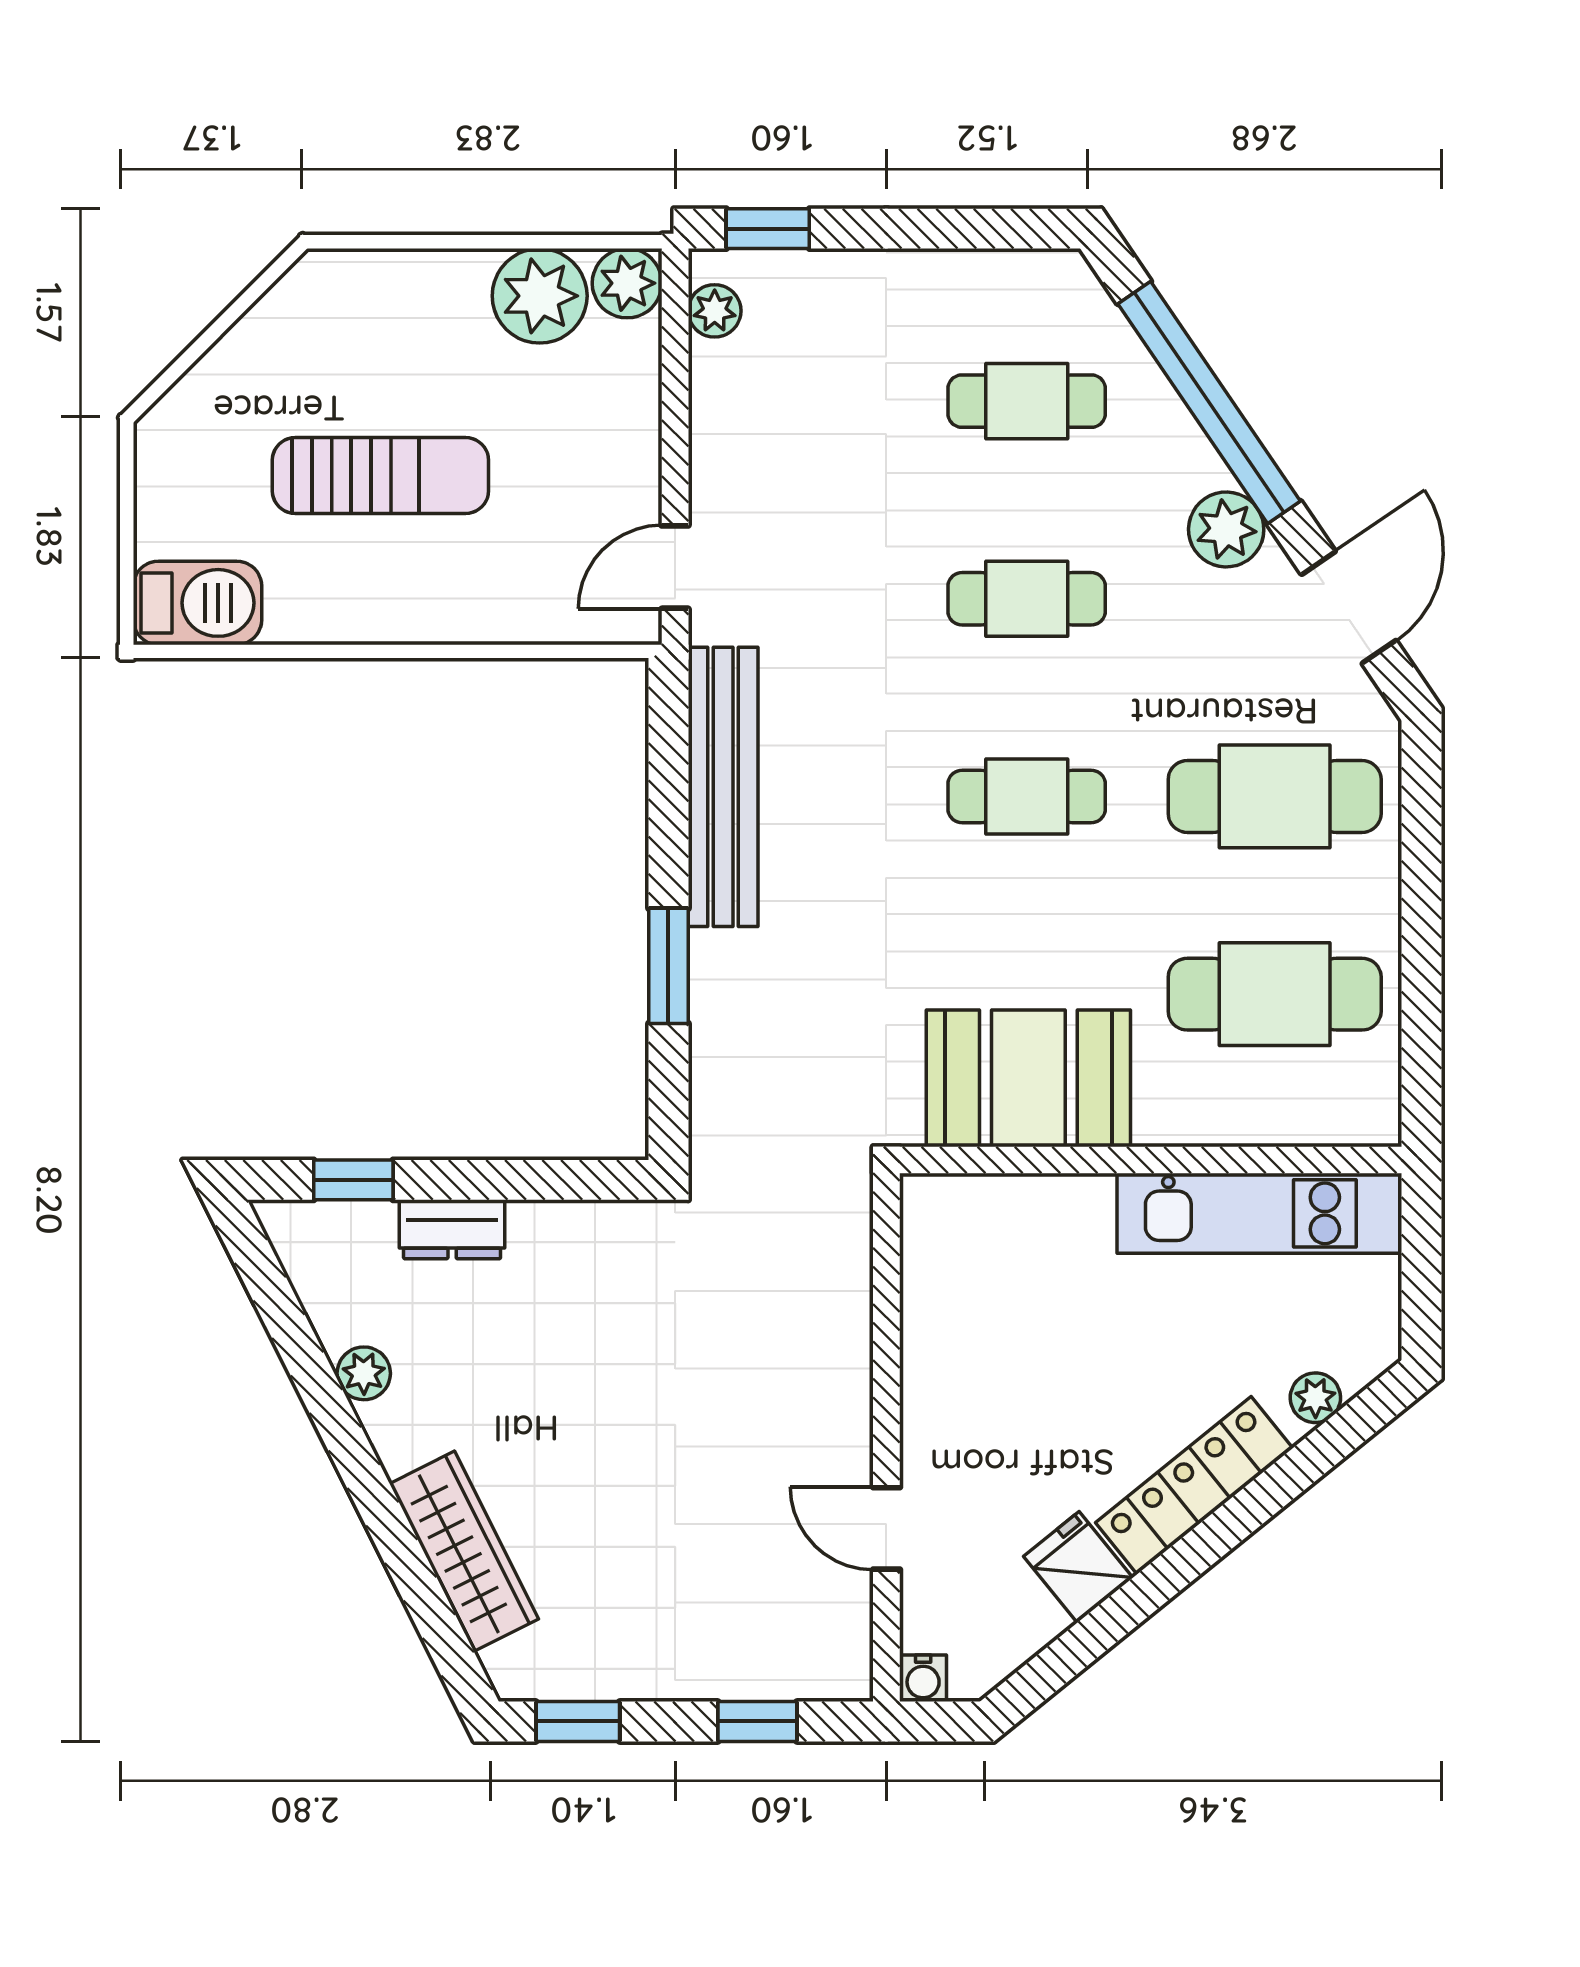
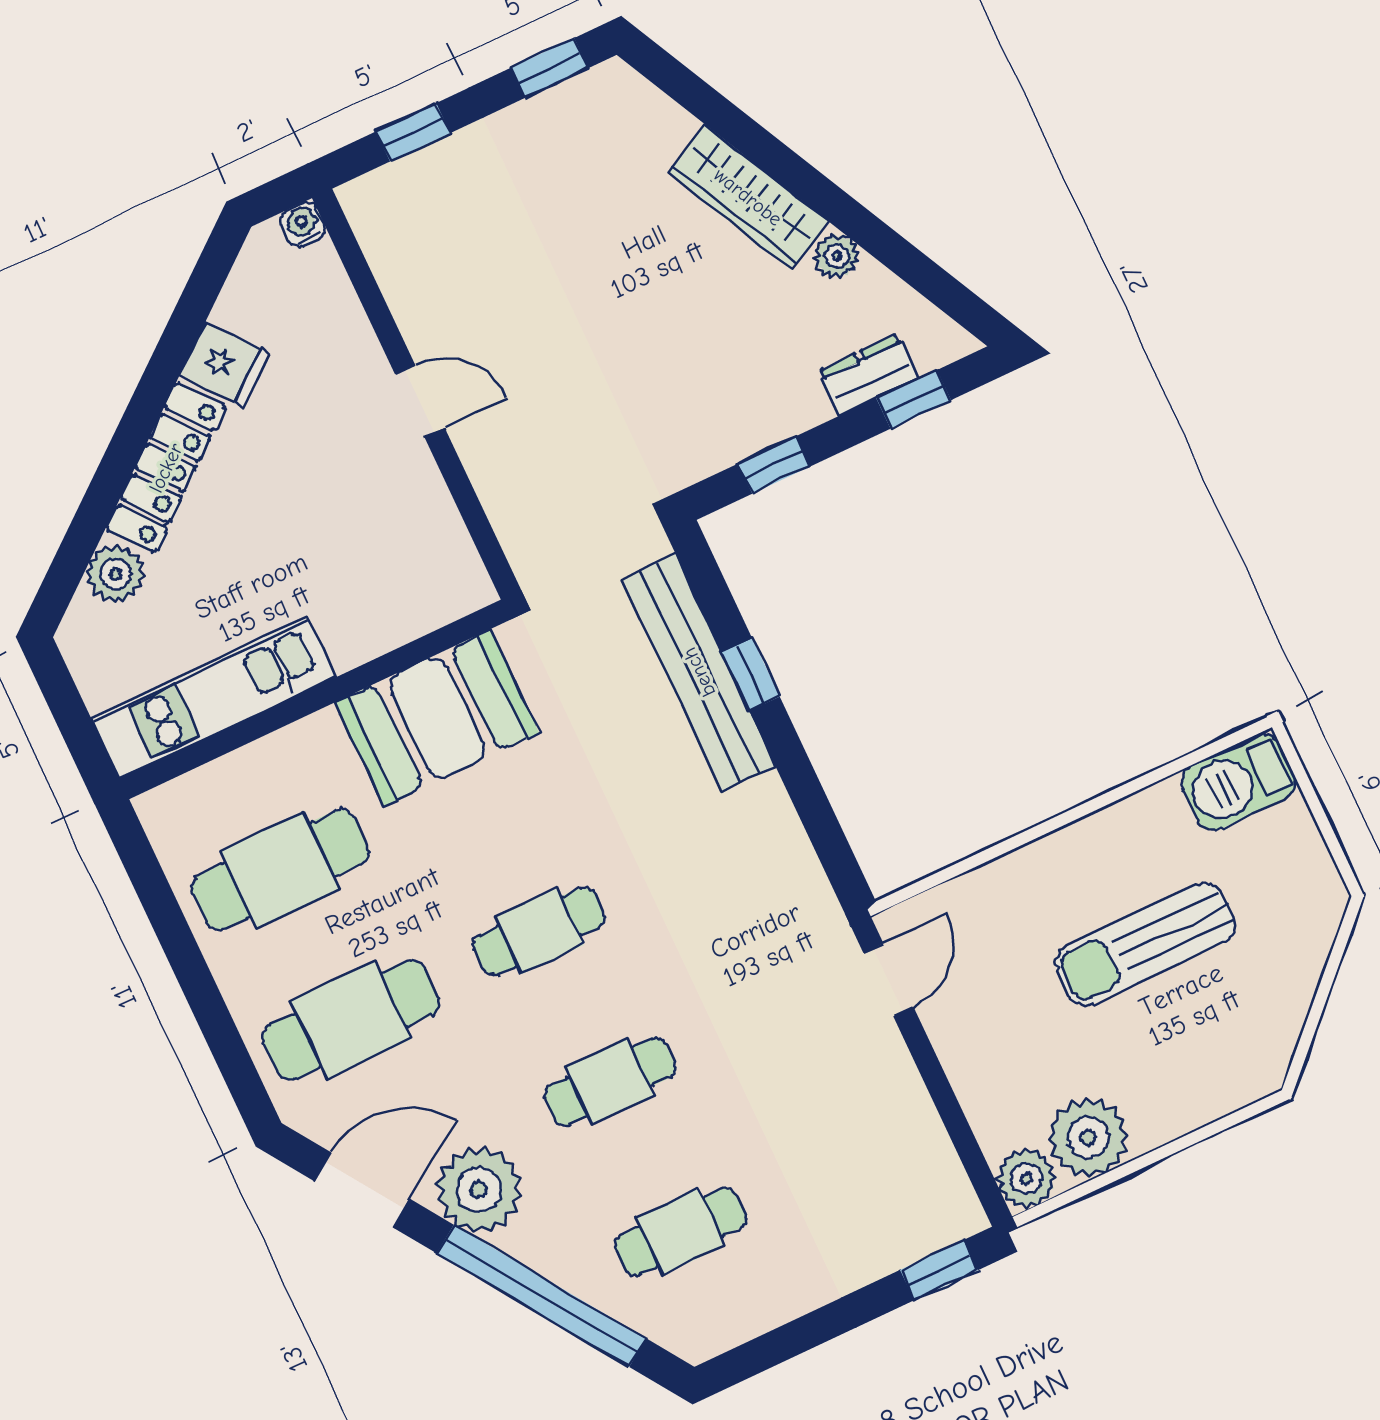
plant: (715, 311) -> (950, 1189), removed
plant: (1226, 529) -> (479, 1190), width x1.36, depth x1.36
door: (1349, 607) -> (362, 1190), swing flipped
bench: (723, 787) -> (699, 672), moved
window: (668, 966) -> (751, 675), width x0.67
window: (537, 1180) -> (774, 465), added
dresser: (452, 1229) -> (868, 375), moved
plant: (1315, 1398) -> (115, 574), width x1.38, depth x1.38
door: (886, 1528) -> (420, 401), moved
wardrobe: (464, 1551) -> (748, 197), moved

